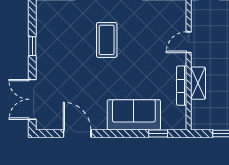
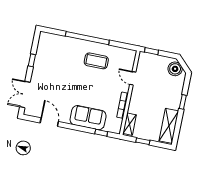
coffee table: (107, 40) -> (96, 61), moved, turned 90
door: (189, 42) -> (133, 78), hinge flipped
shelving: (198, 83) -> (130, 124), moved

